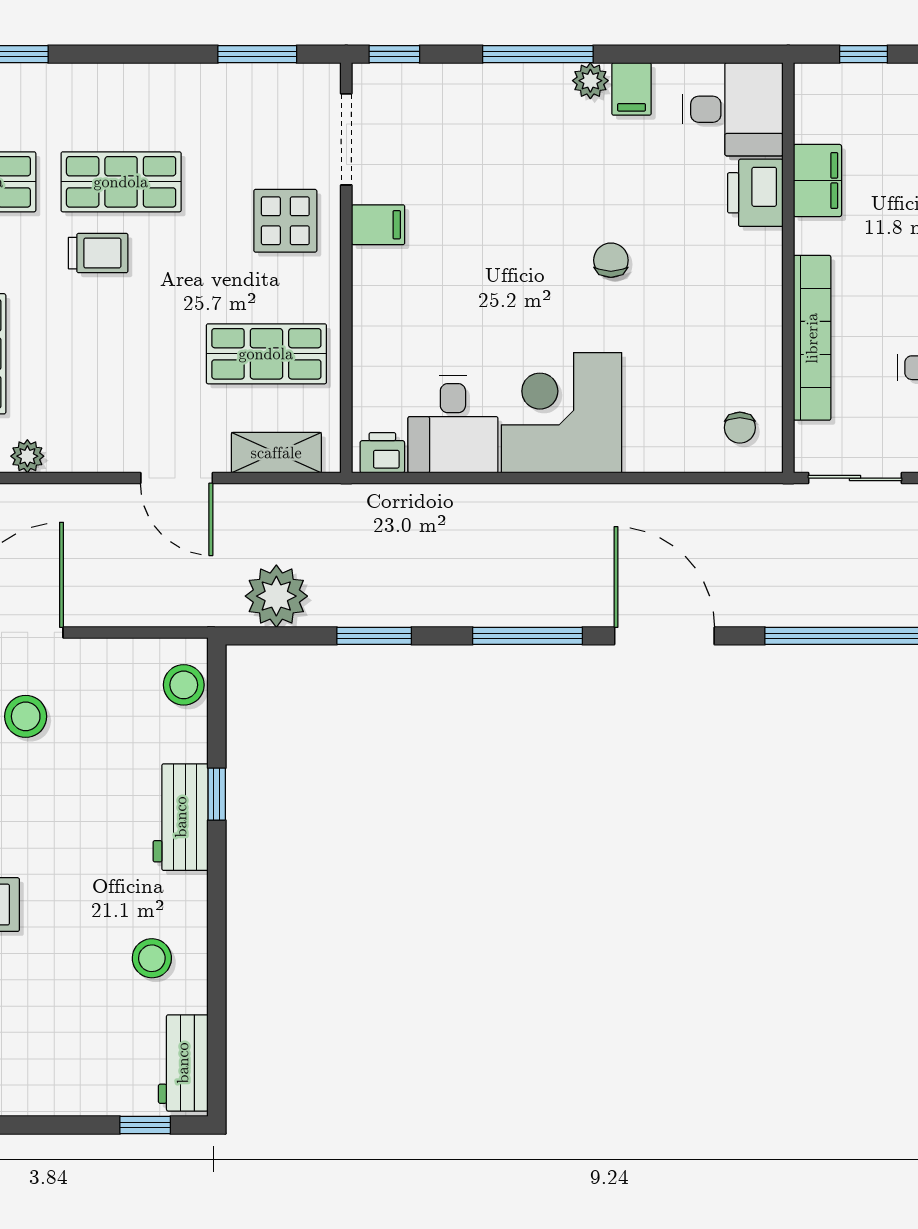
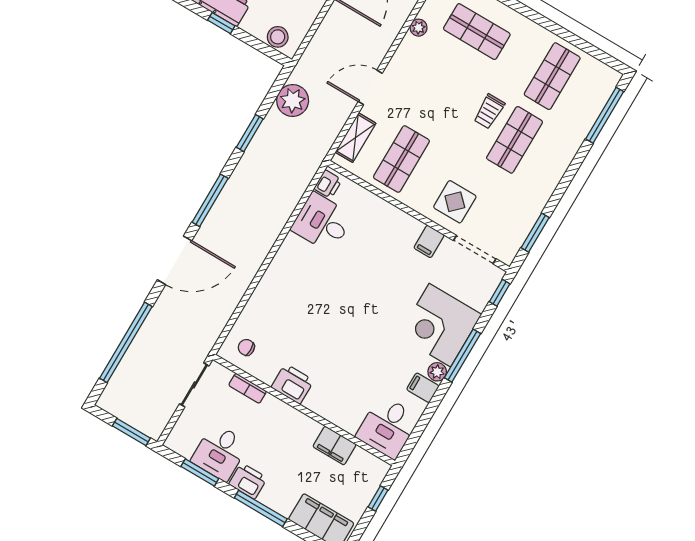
printer: (755, 193) -> (292, 384), moved
chair: (611, 260) -> (353, 334), removed
bookcase: (812, 338) -> (248, 388), width x0.43, depth x0.76
corner desk: (561, 413) -> (440, 325), moved, turned 180

